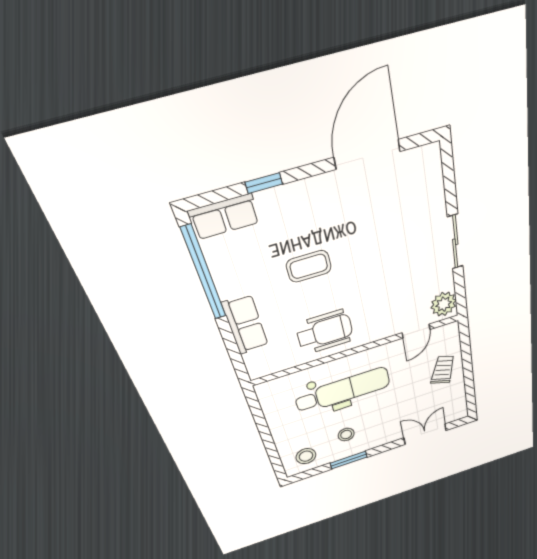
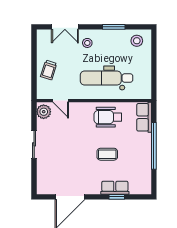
row of seats: (224, 217) -> (115, 188), moved
window: (204, 273) -> (154, 146), moved
row of seats: (245, 325) -> (144, 117), moved
door: (416, 331) -> (61, 101), swing flipped
stool: (346, 435) -> (87, 43), moved

